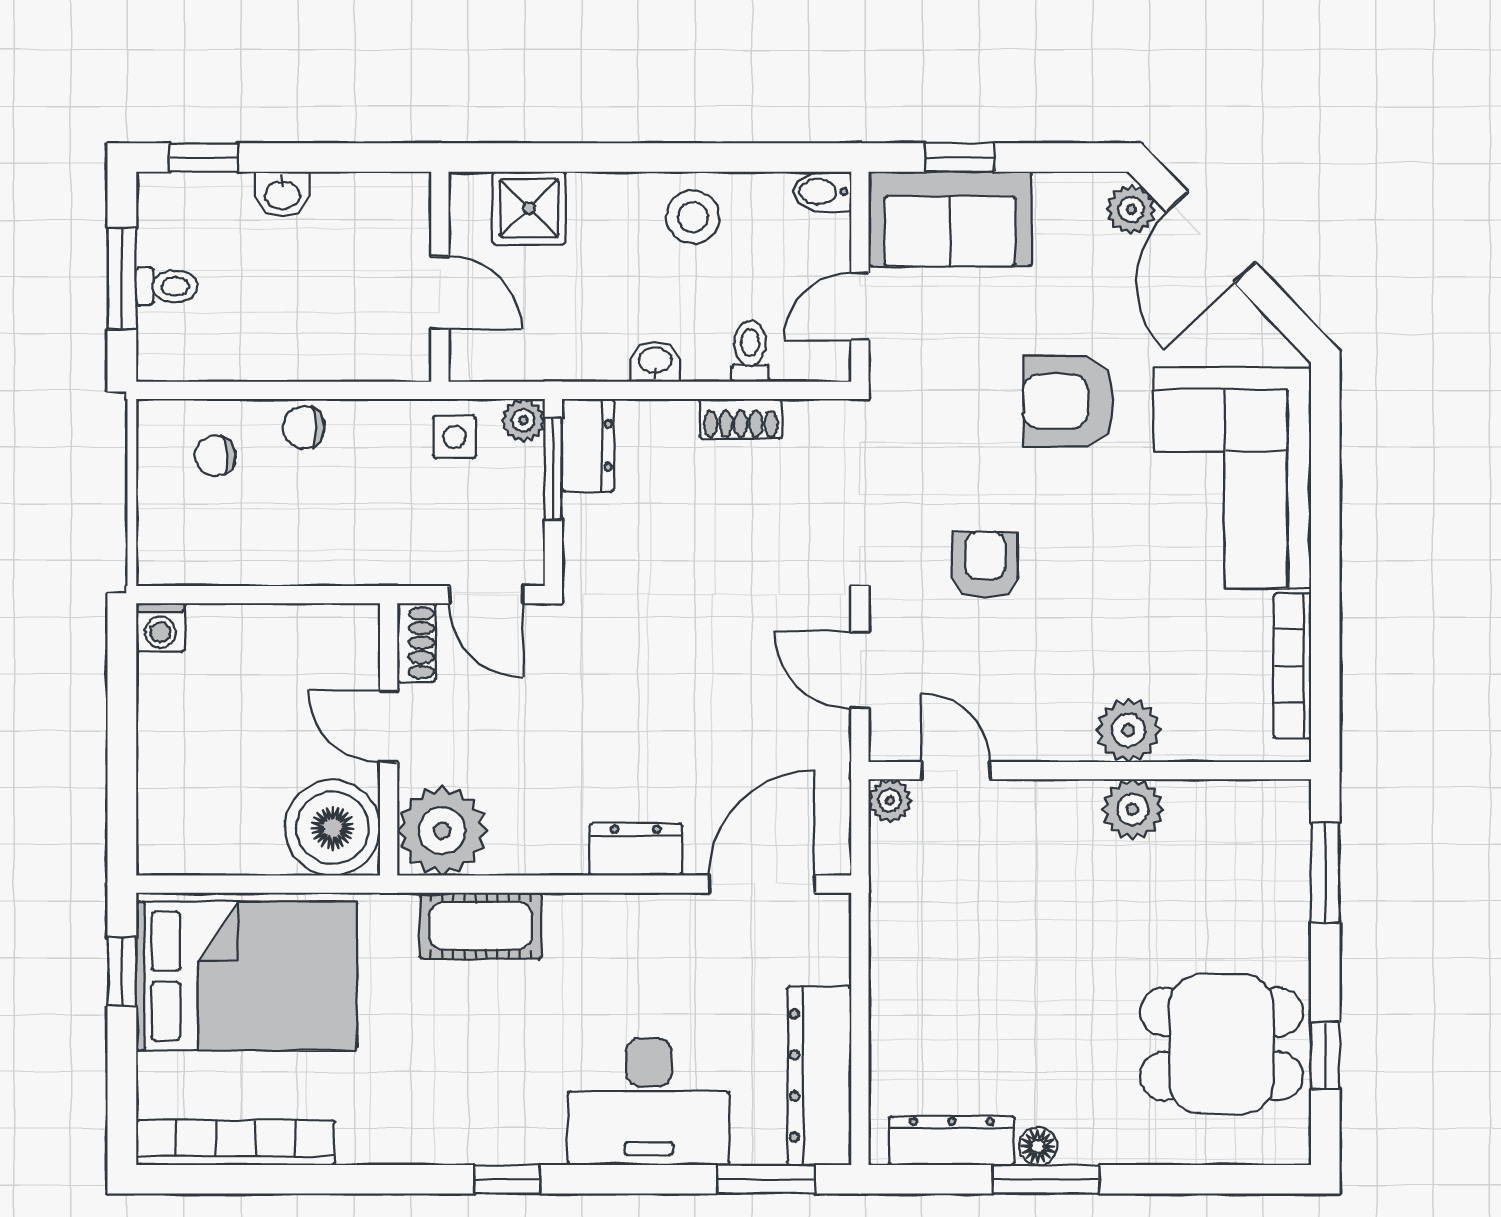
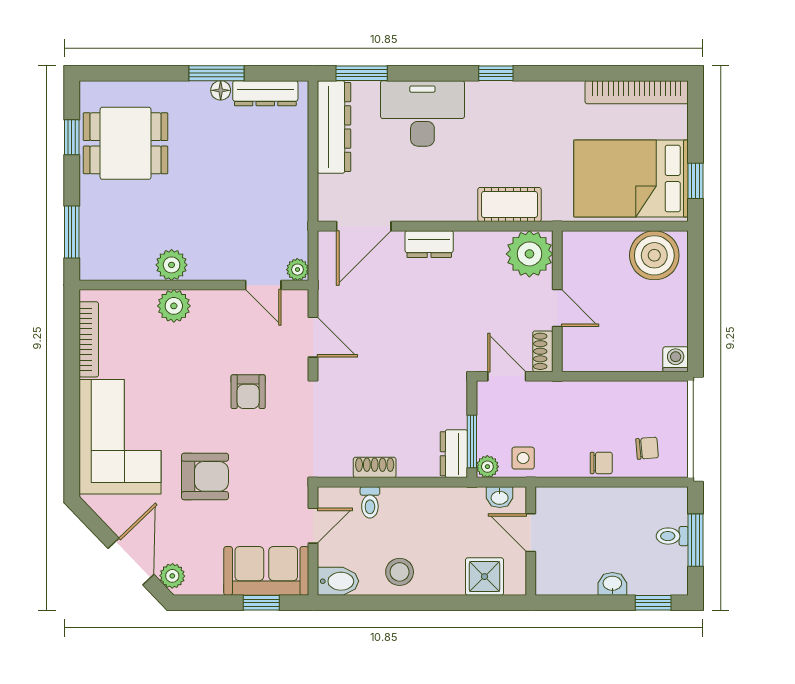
bidet: (822, 192) -> (338, 581), width x1.38, depth x1.36
washbasin: (655, 361) -> (500, 497), moved
boiler: (333, 828) -> (654, 255), moved

